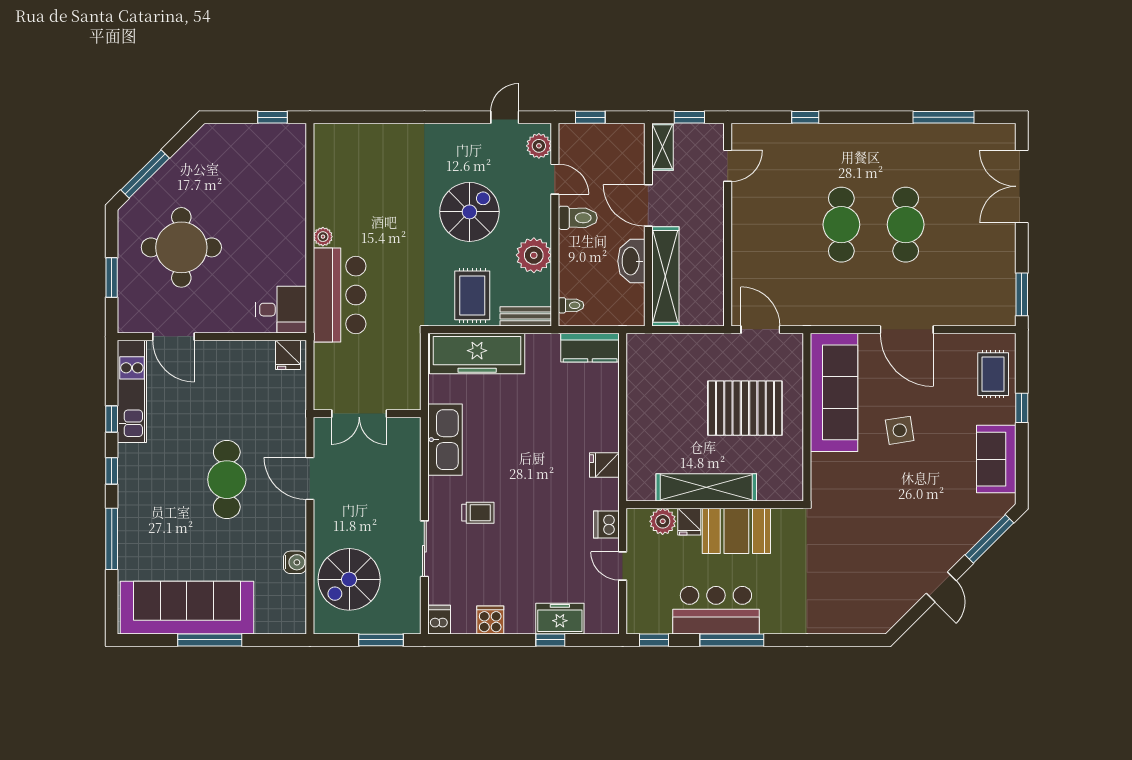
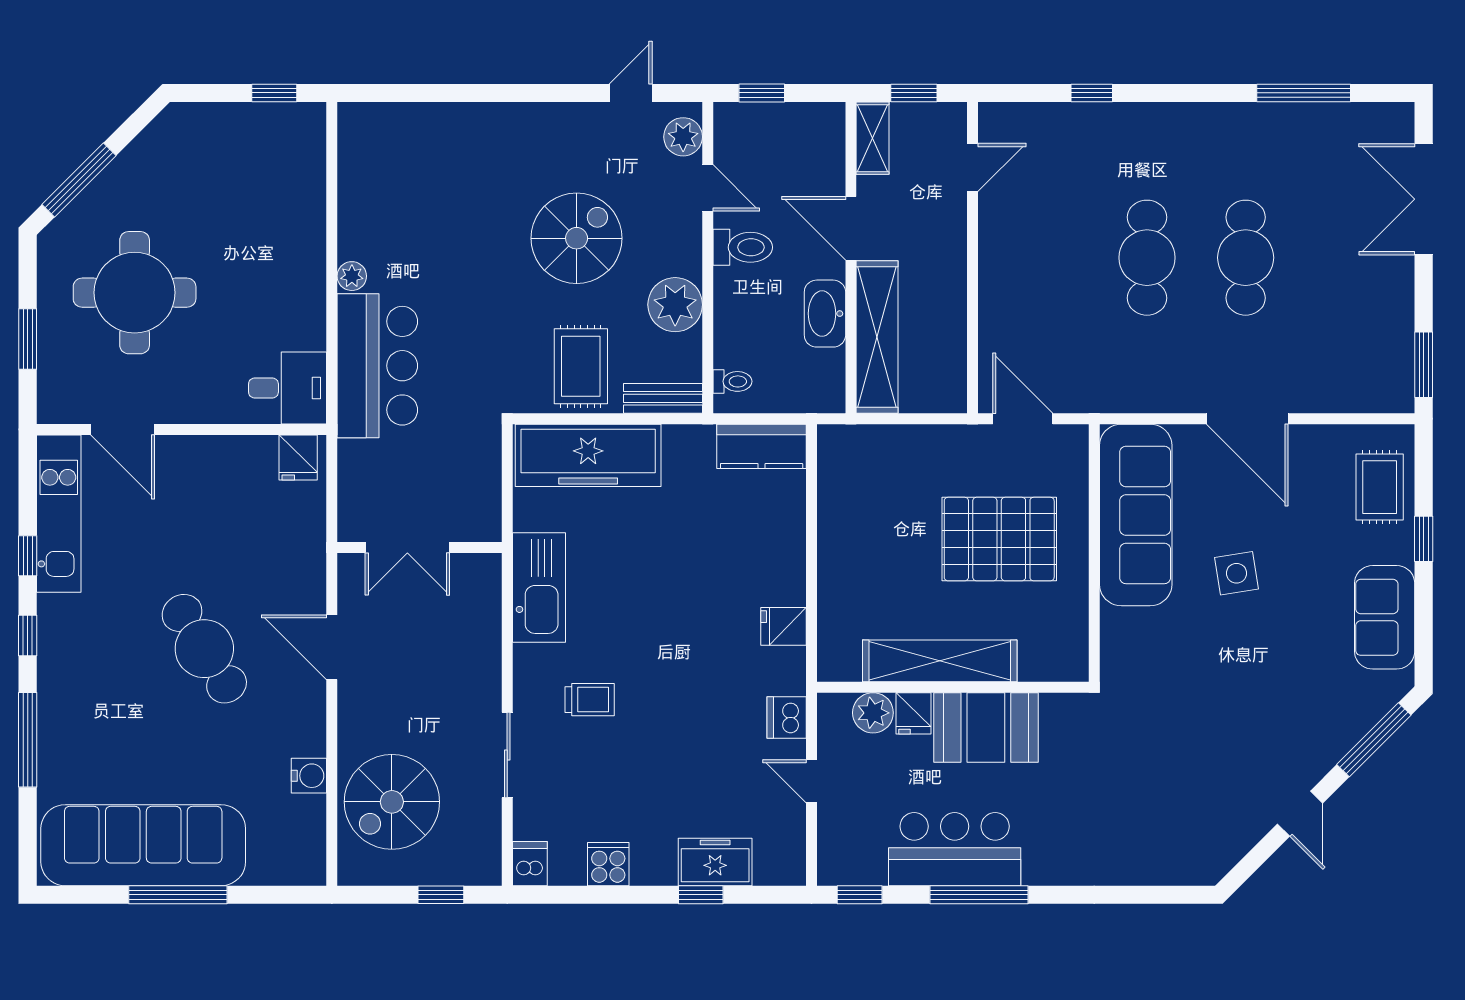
cafe table: (227, 480) -> (204, 649), turned -32
window: (381, 640) -> (441, 895), width x0.67

